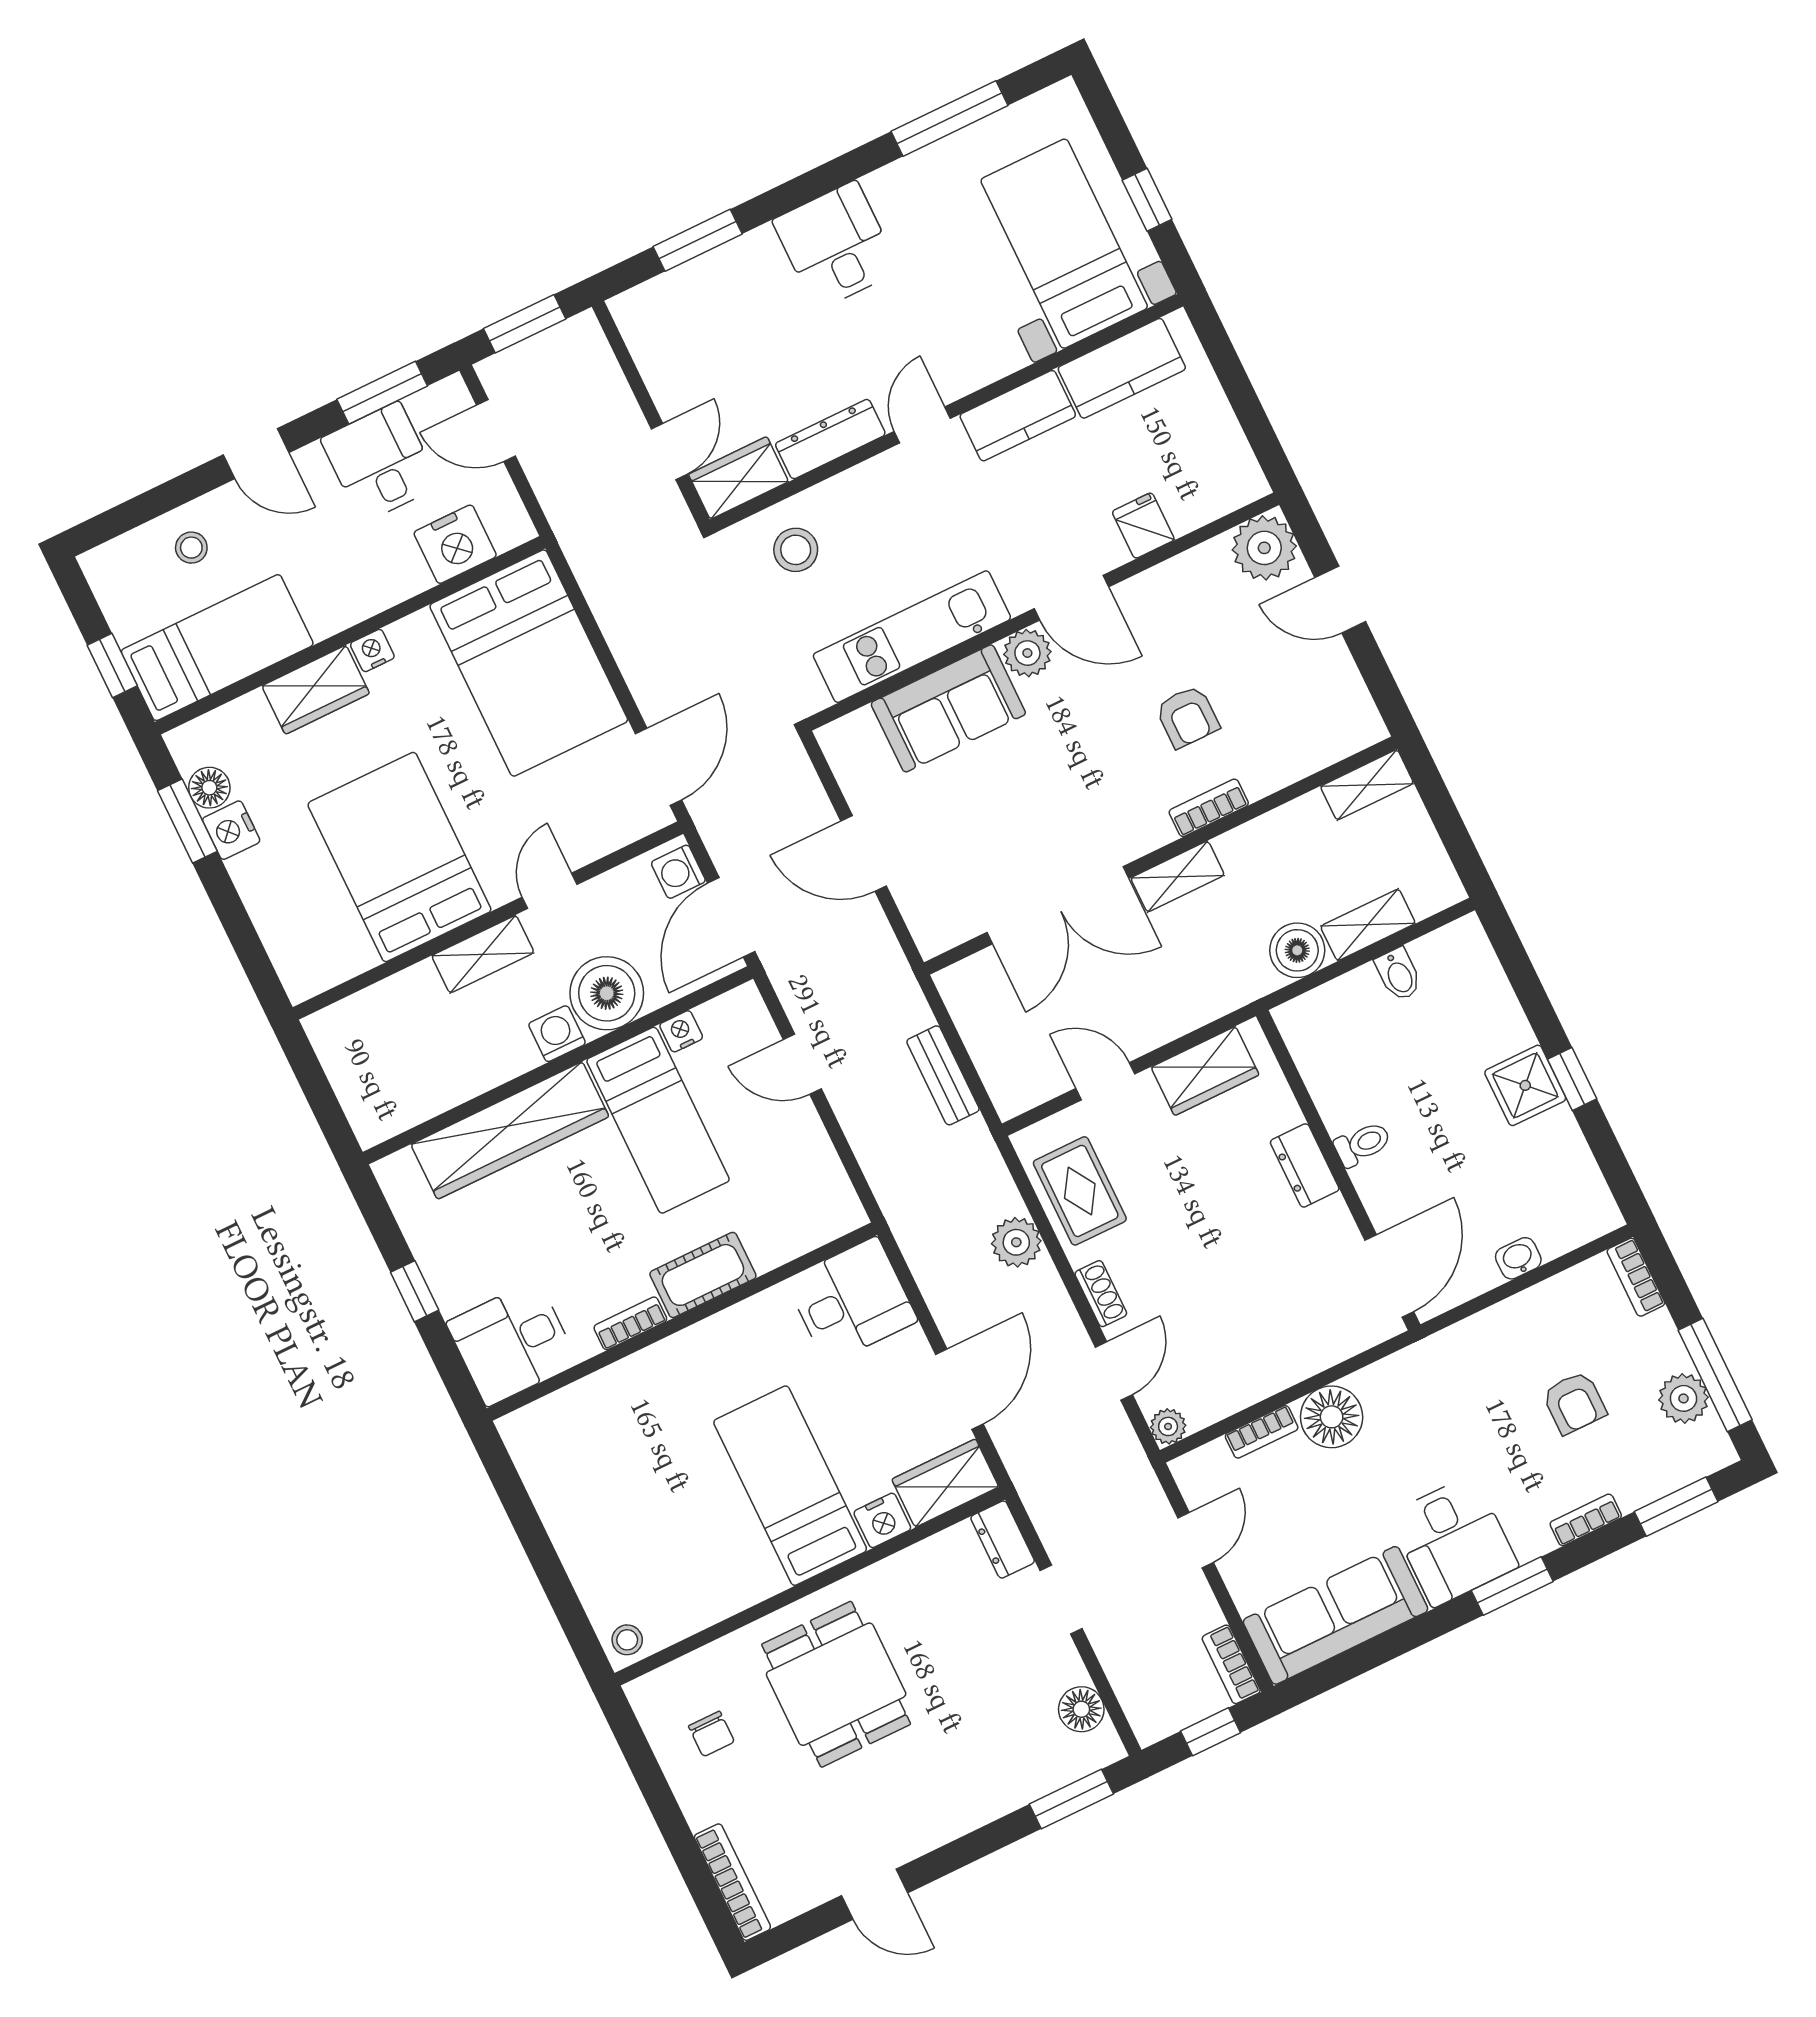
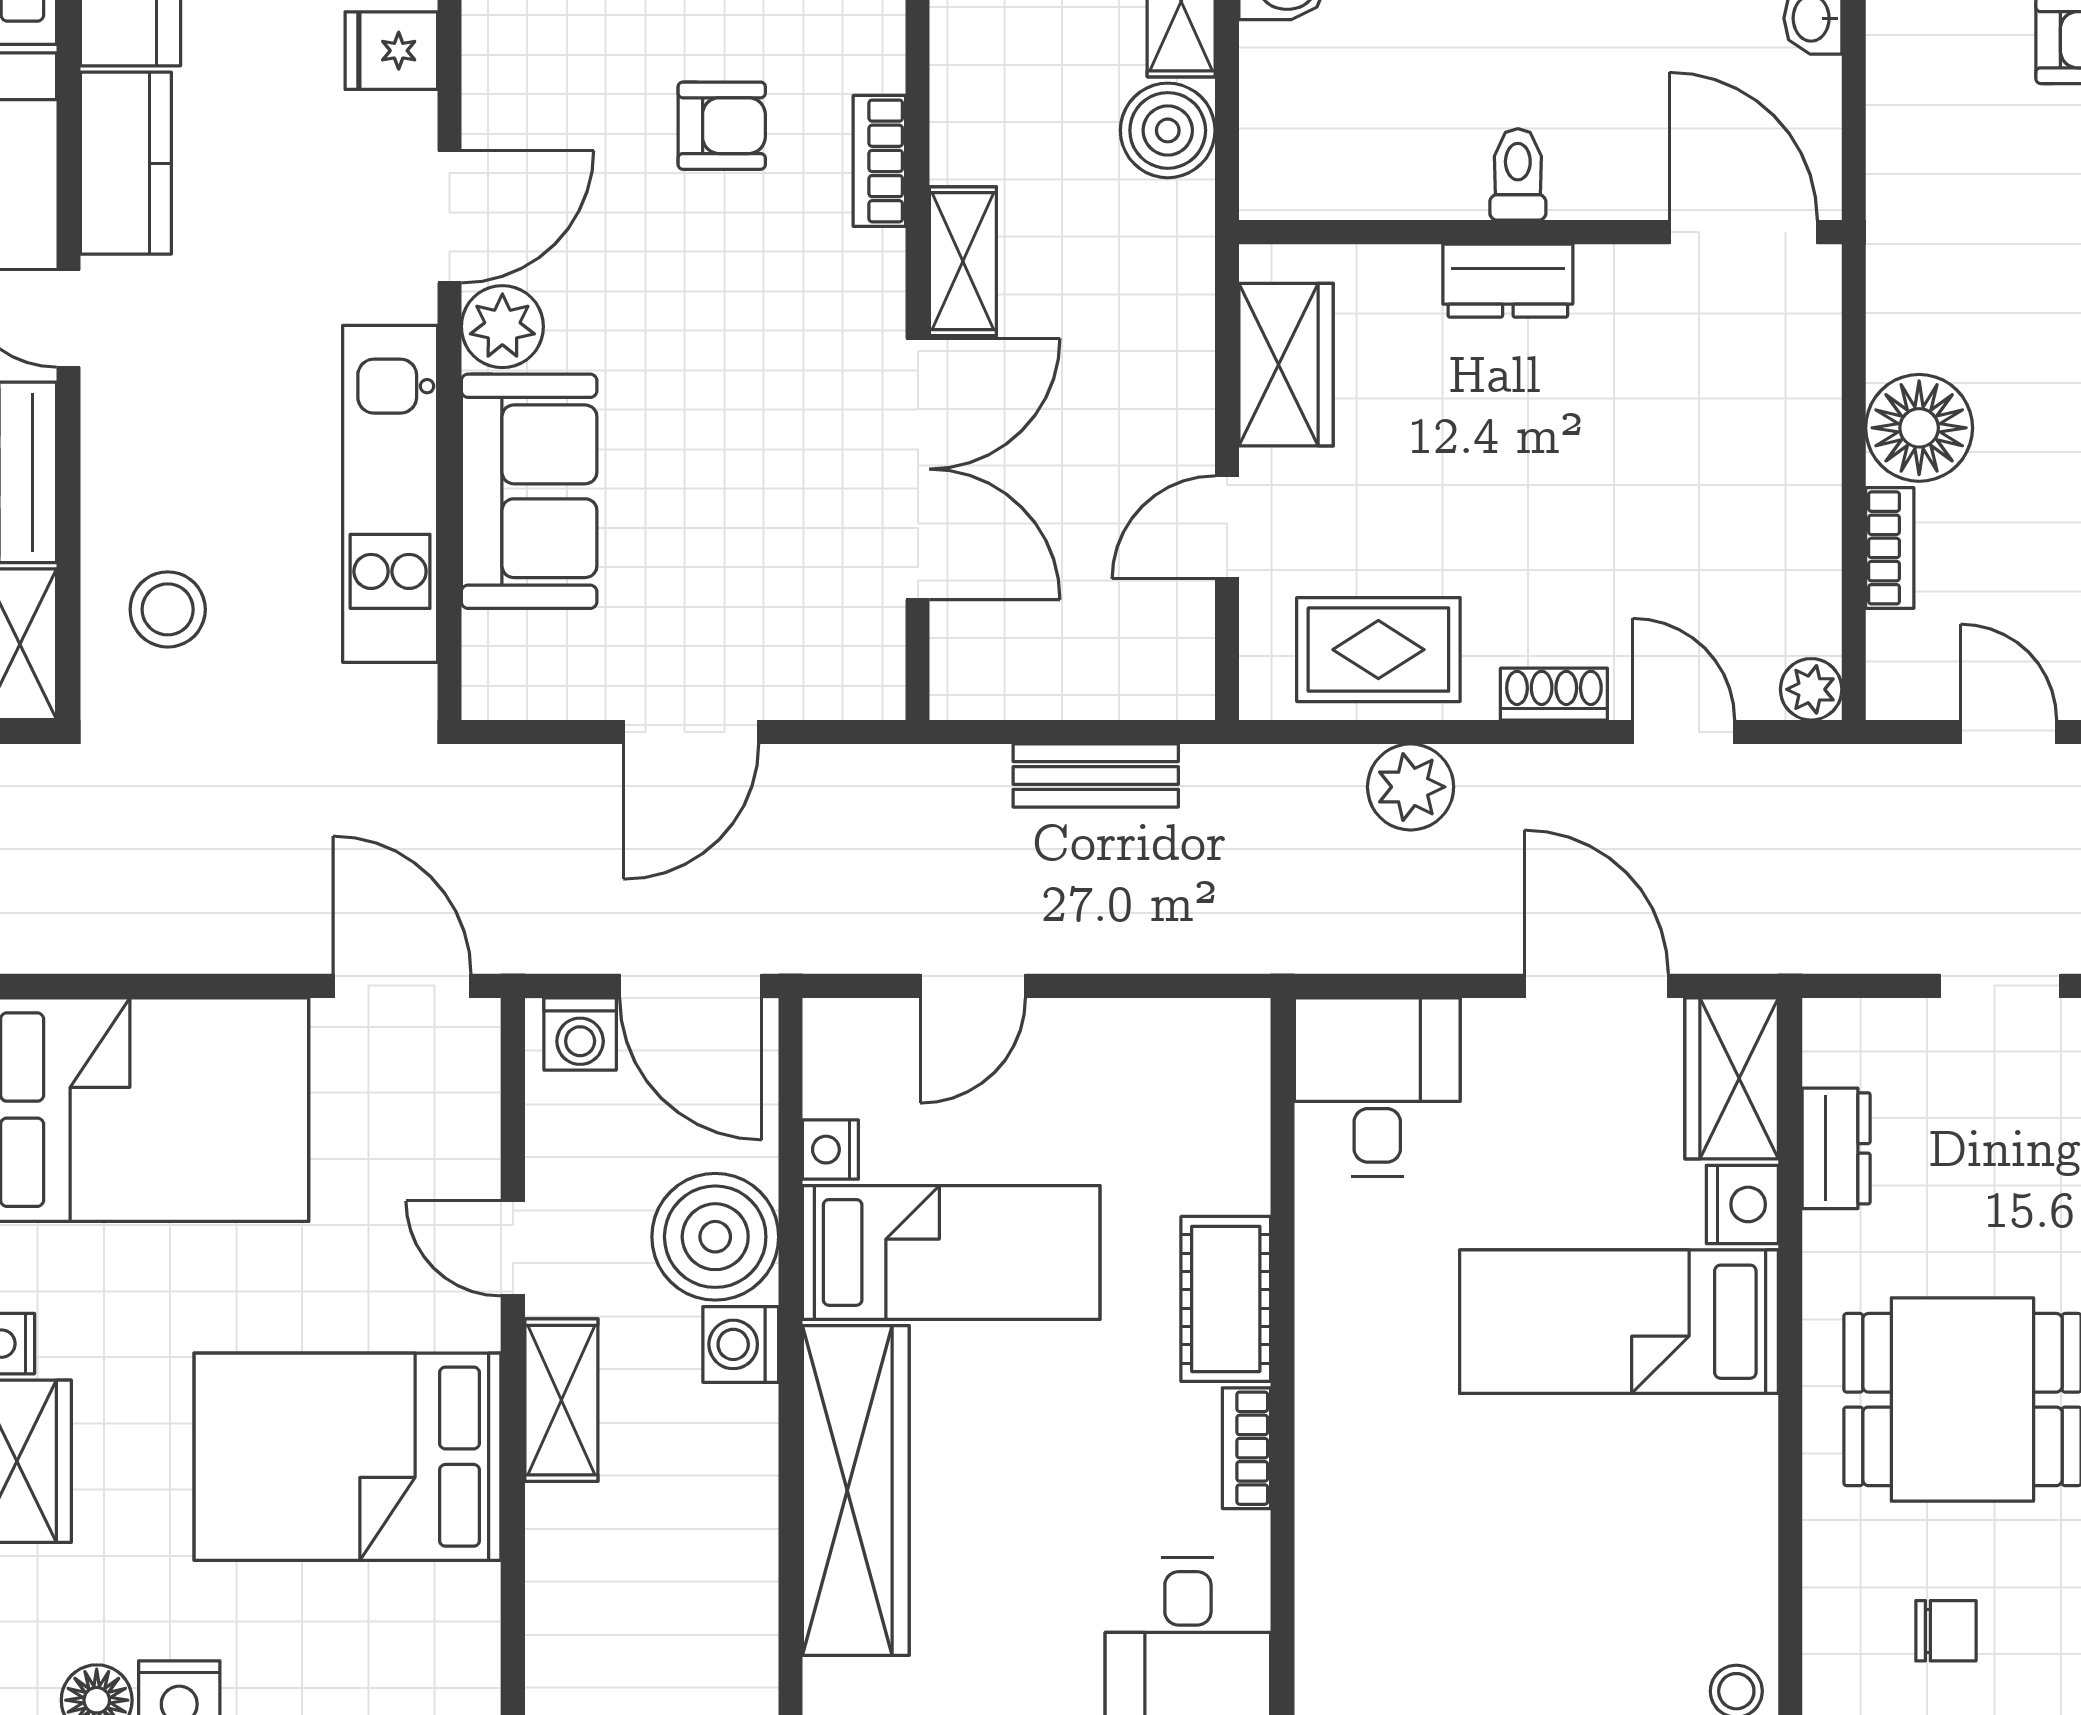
dresser: (1003, 1540) -> (1836, 1148), moved, turned -90

